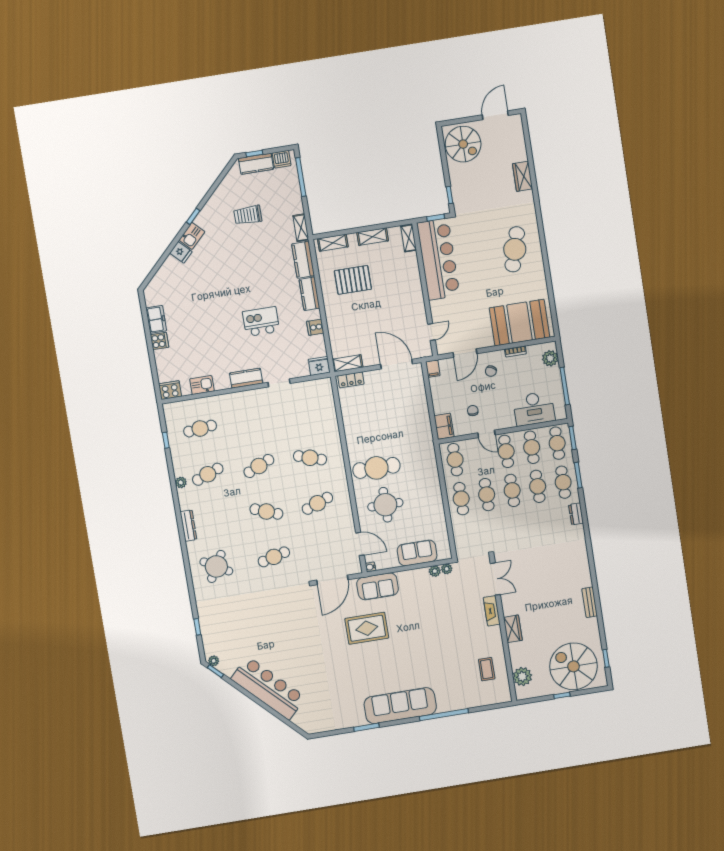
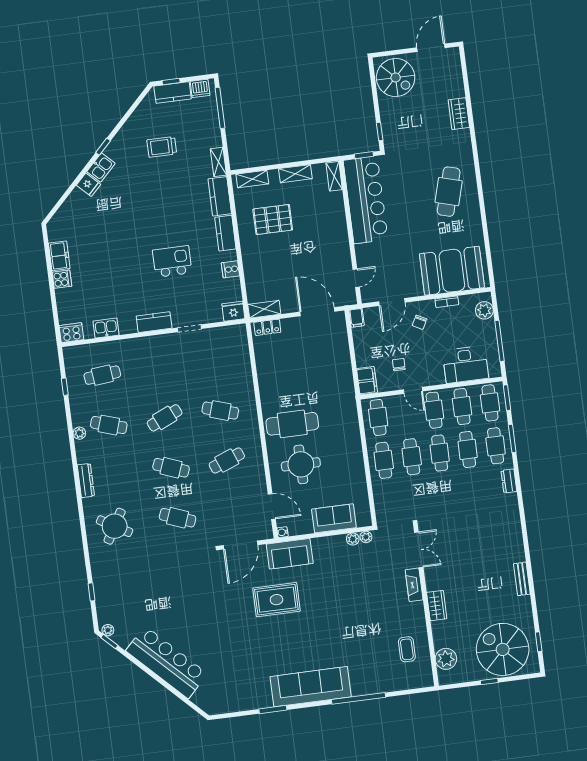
cafe table: (208, 474) -> (109, 425), turned 39
cafe table: (274, 557) -> (178, 518), turned 36

